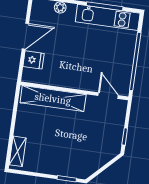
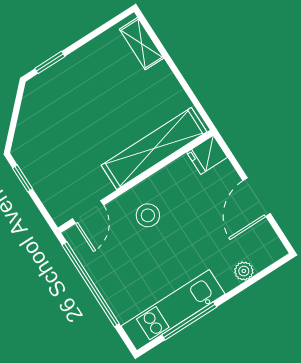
fridge: (33, 60) -> (207, 155), moved
stool: (82, 71) -> (148, 215), added
door: (108, 96) -> (88, 212), hinge flipped

